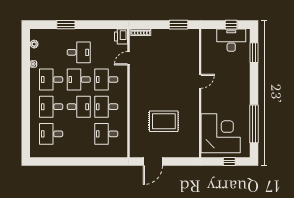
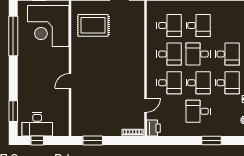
rug: (164, 121) -> (93, 25), moved
desk: (51, 134) -> (198, 25), moved

